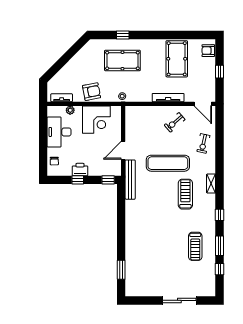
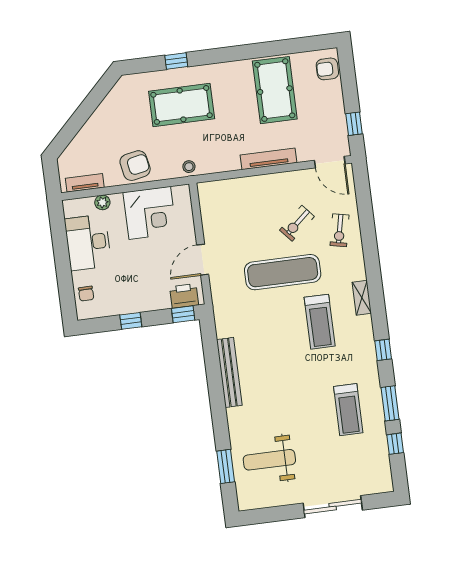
window: (219, 72) -> (354, 124), moved
exercise bike: (175, 122) -> (297, 223), moved
printer: (80, 170) -> (184, 296), moved
bench: (130, 180) -> (229, 372), moved
treadmill: (185, 194) -> (320, 322), turned 180
weight bench: (147, 269) -> (269, 460), added

